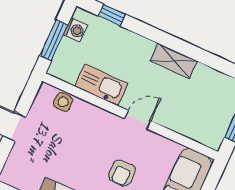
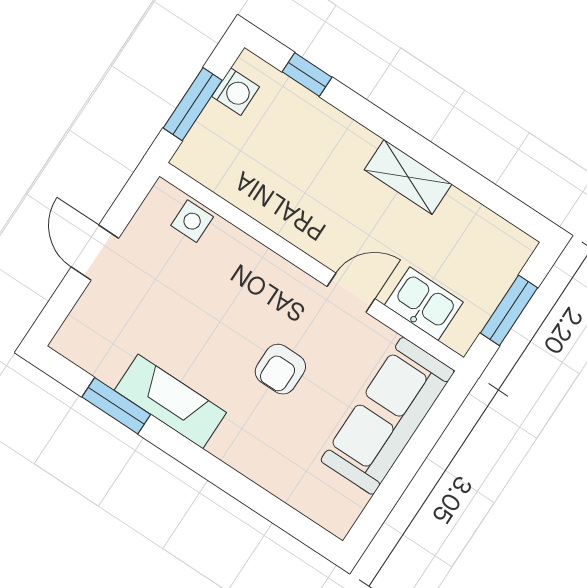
kitchen sink: (101, 85) -> (424, 304), moved, width x0.73
door: (138, 120) -> (351, 293), moved

